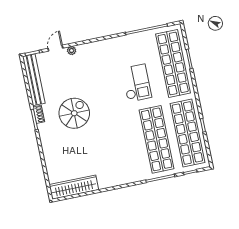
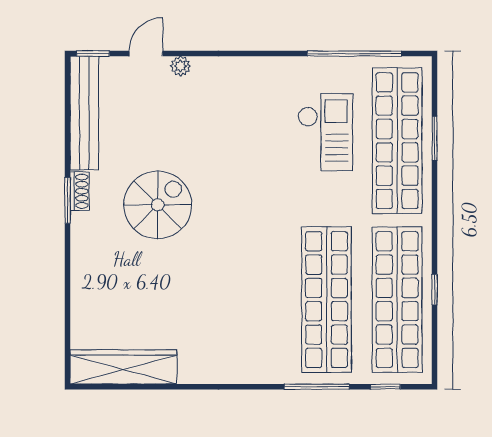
checkout: (136, 83) -> (325, 132), moved

